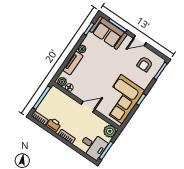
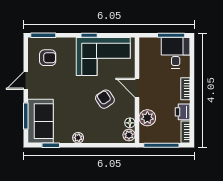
door: (140, 41) -> (26, 81), swing flipped
tv unit: (73, 63) -> (100, 137), removed
armchair: (95, 82) -> (105, 99), added
plant: (110, 131) -> (147, 118), moved

